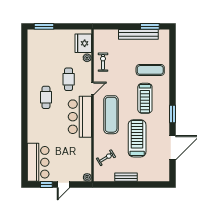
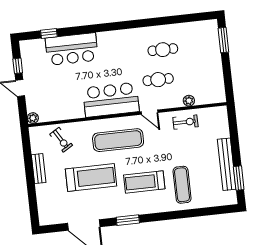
fridge: (83, 43) -> (207, 94), removed
cafe table: (46, 97) -> (163, 50), moved
window: (24, 158) -> (49, 34), added
bar counter: (38, 162) -> (72, 49), moved

